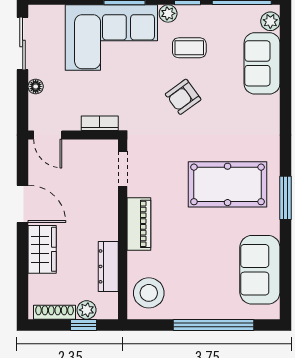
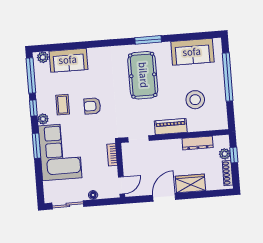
armchair: (183, 97) -> (92, 106), turned 126
stool: (149, 293) -> (195, 100), moved

